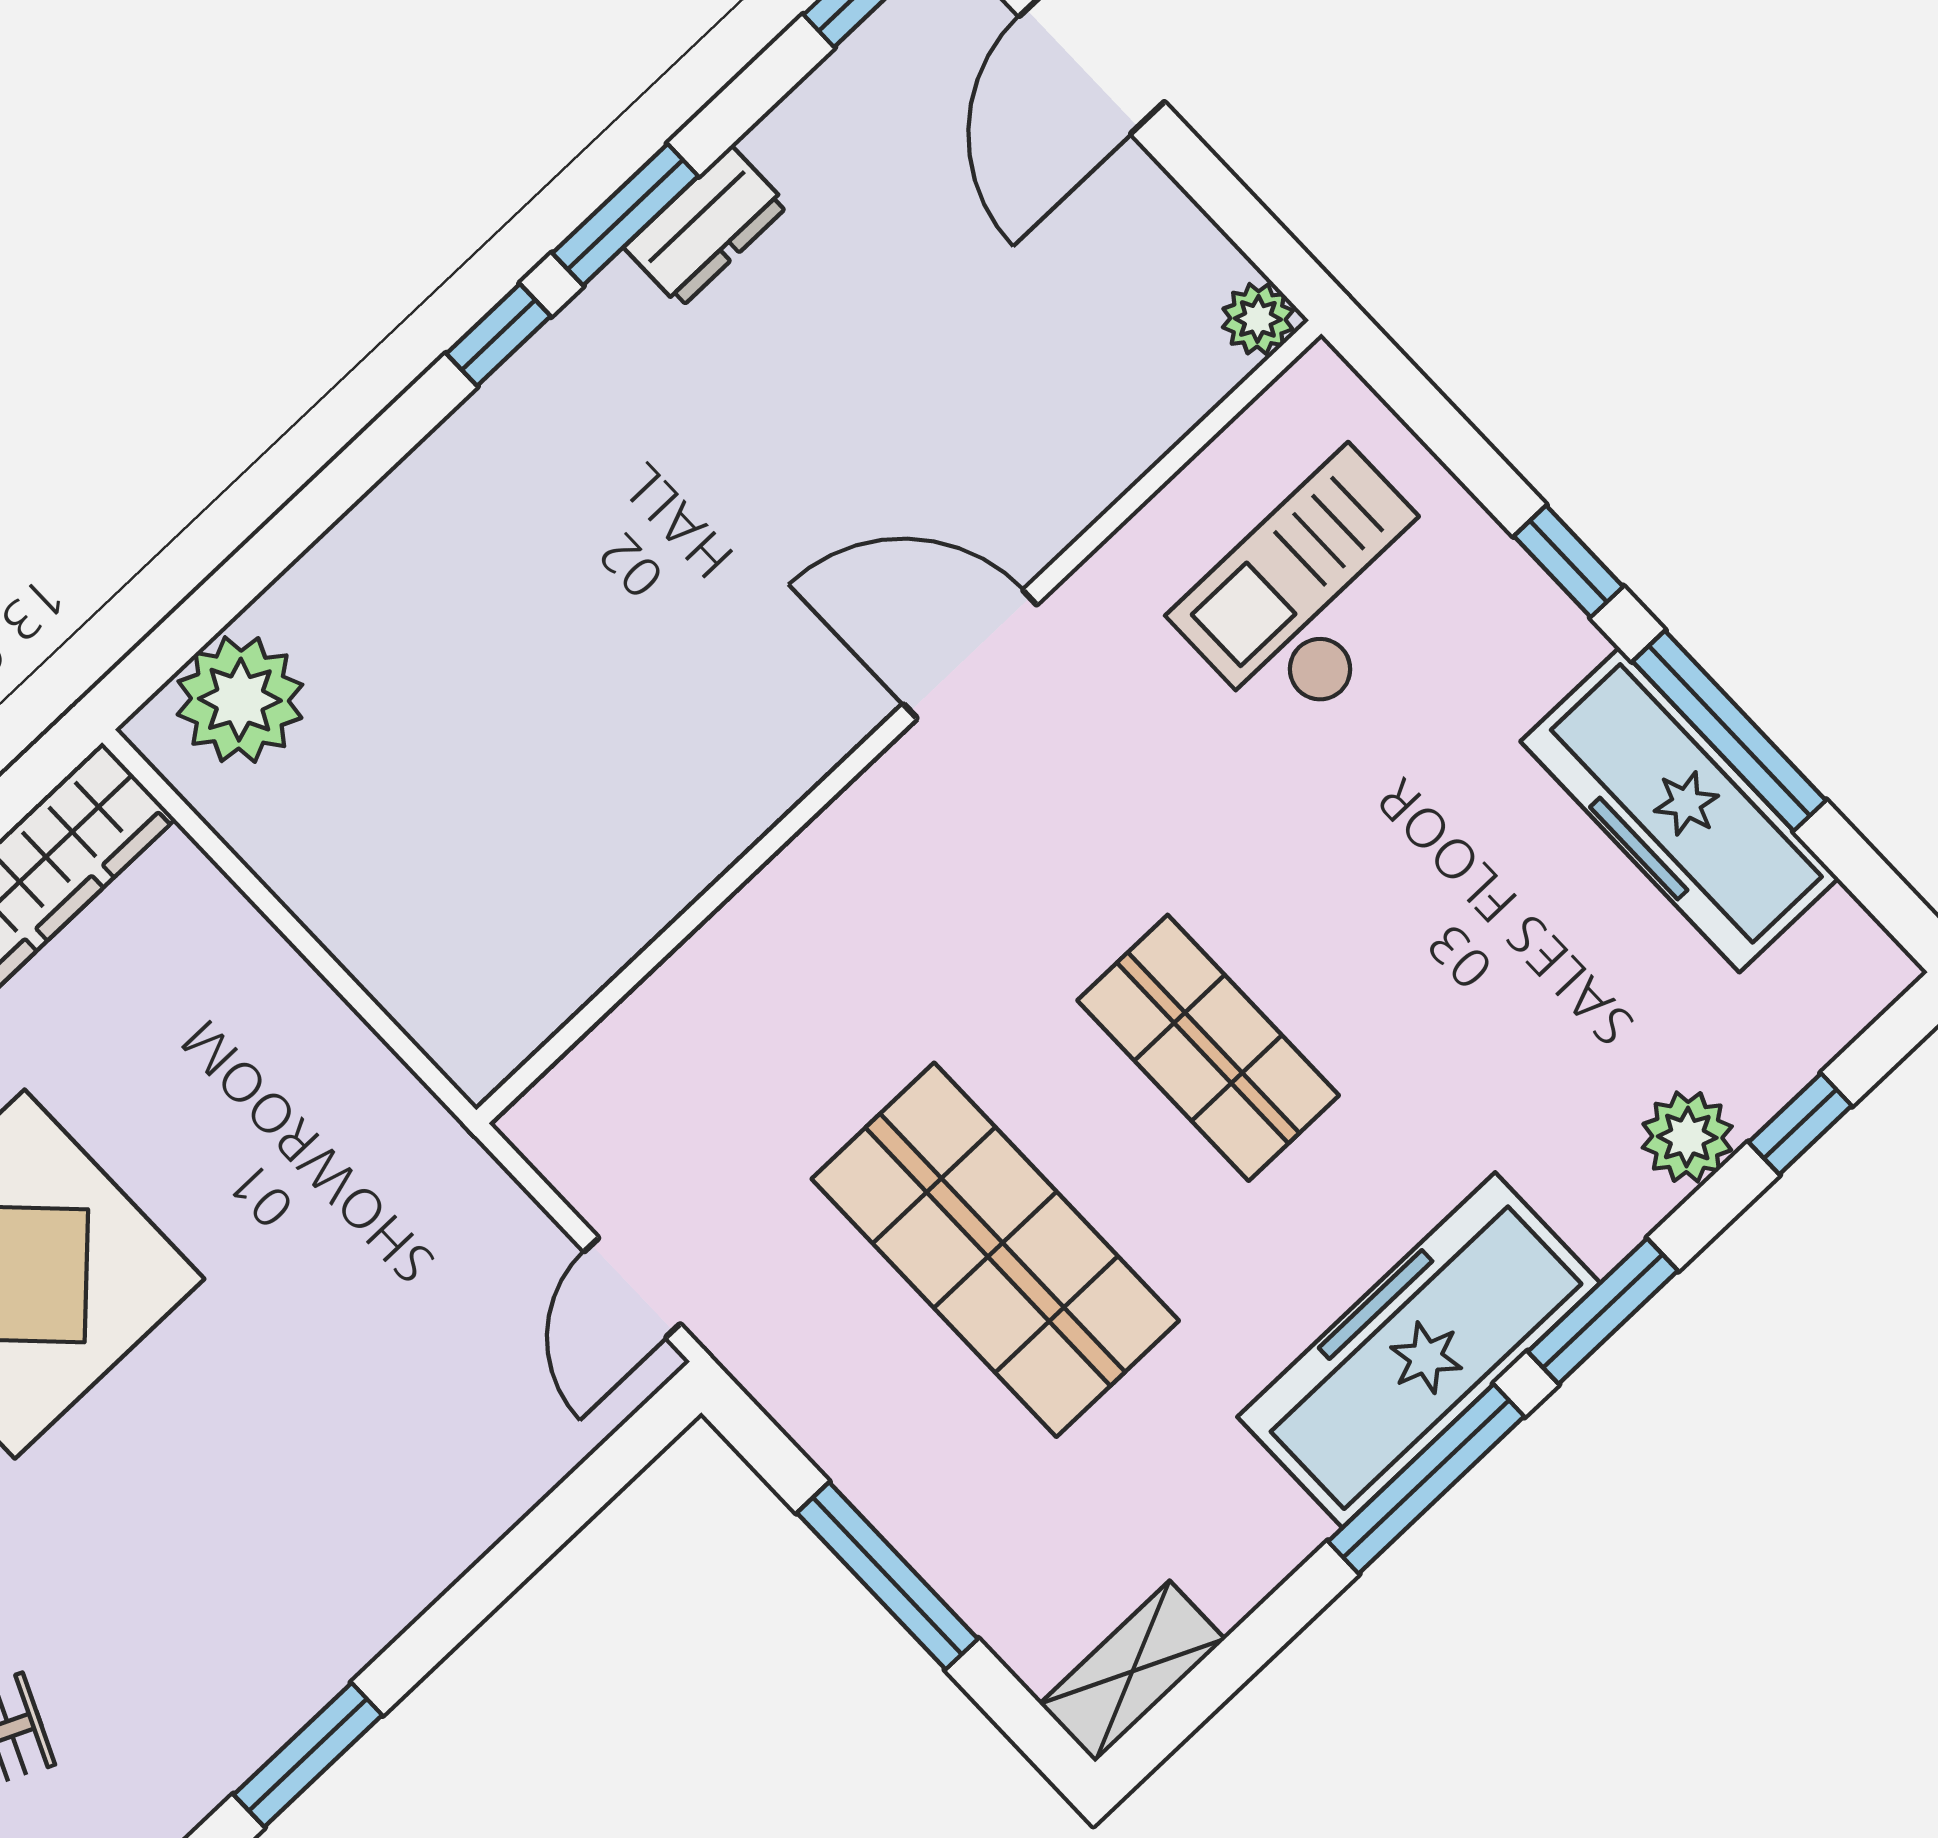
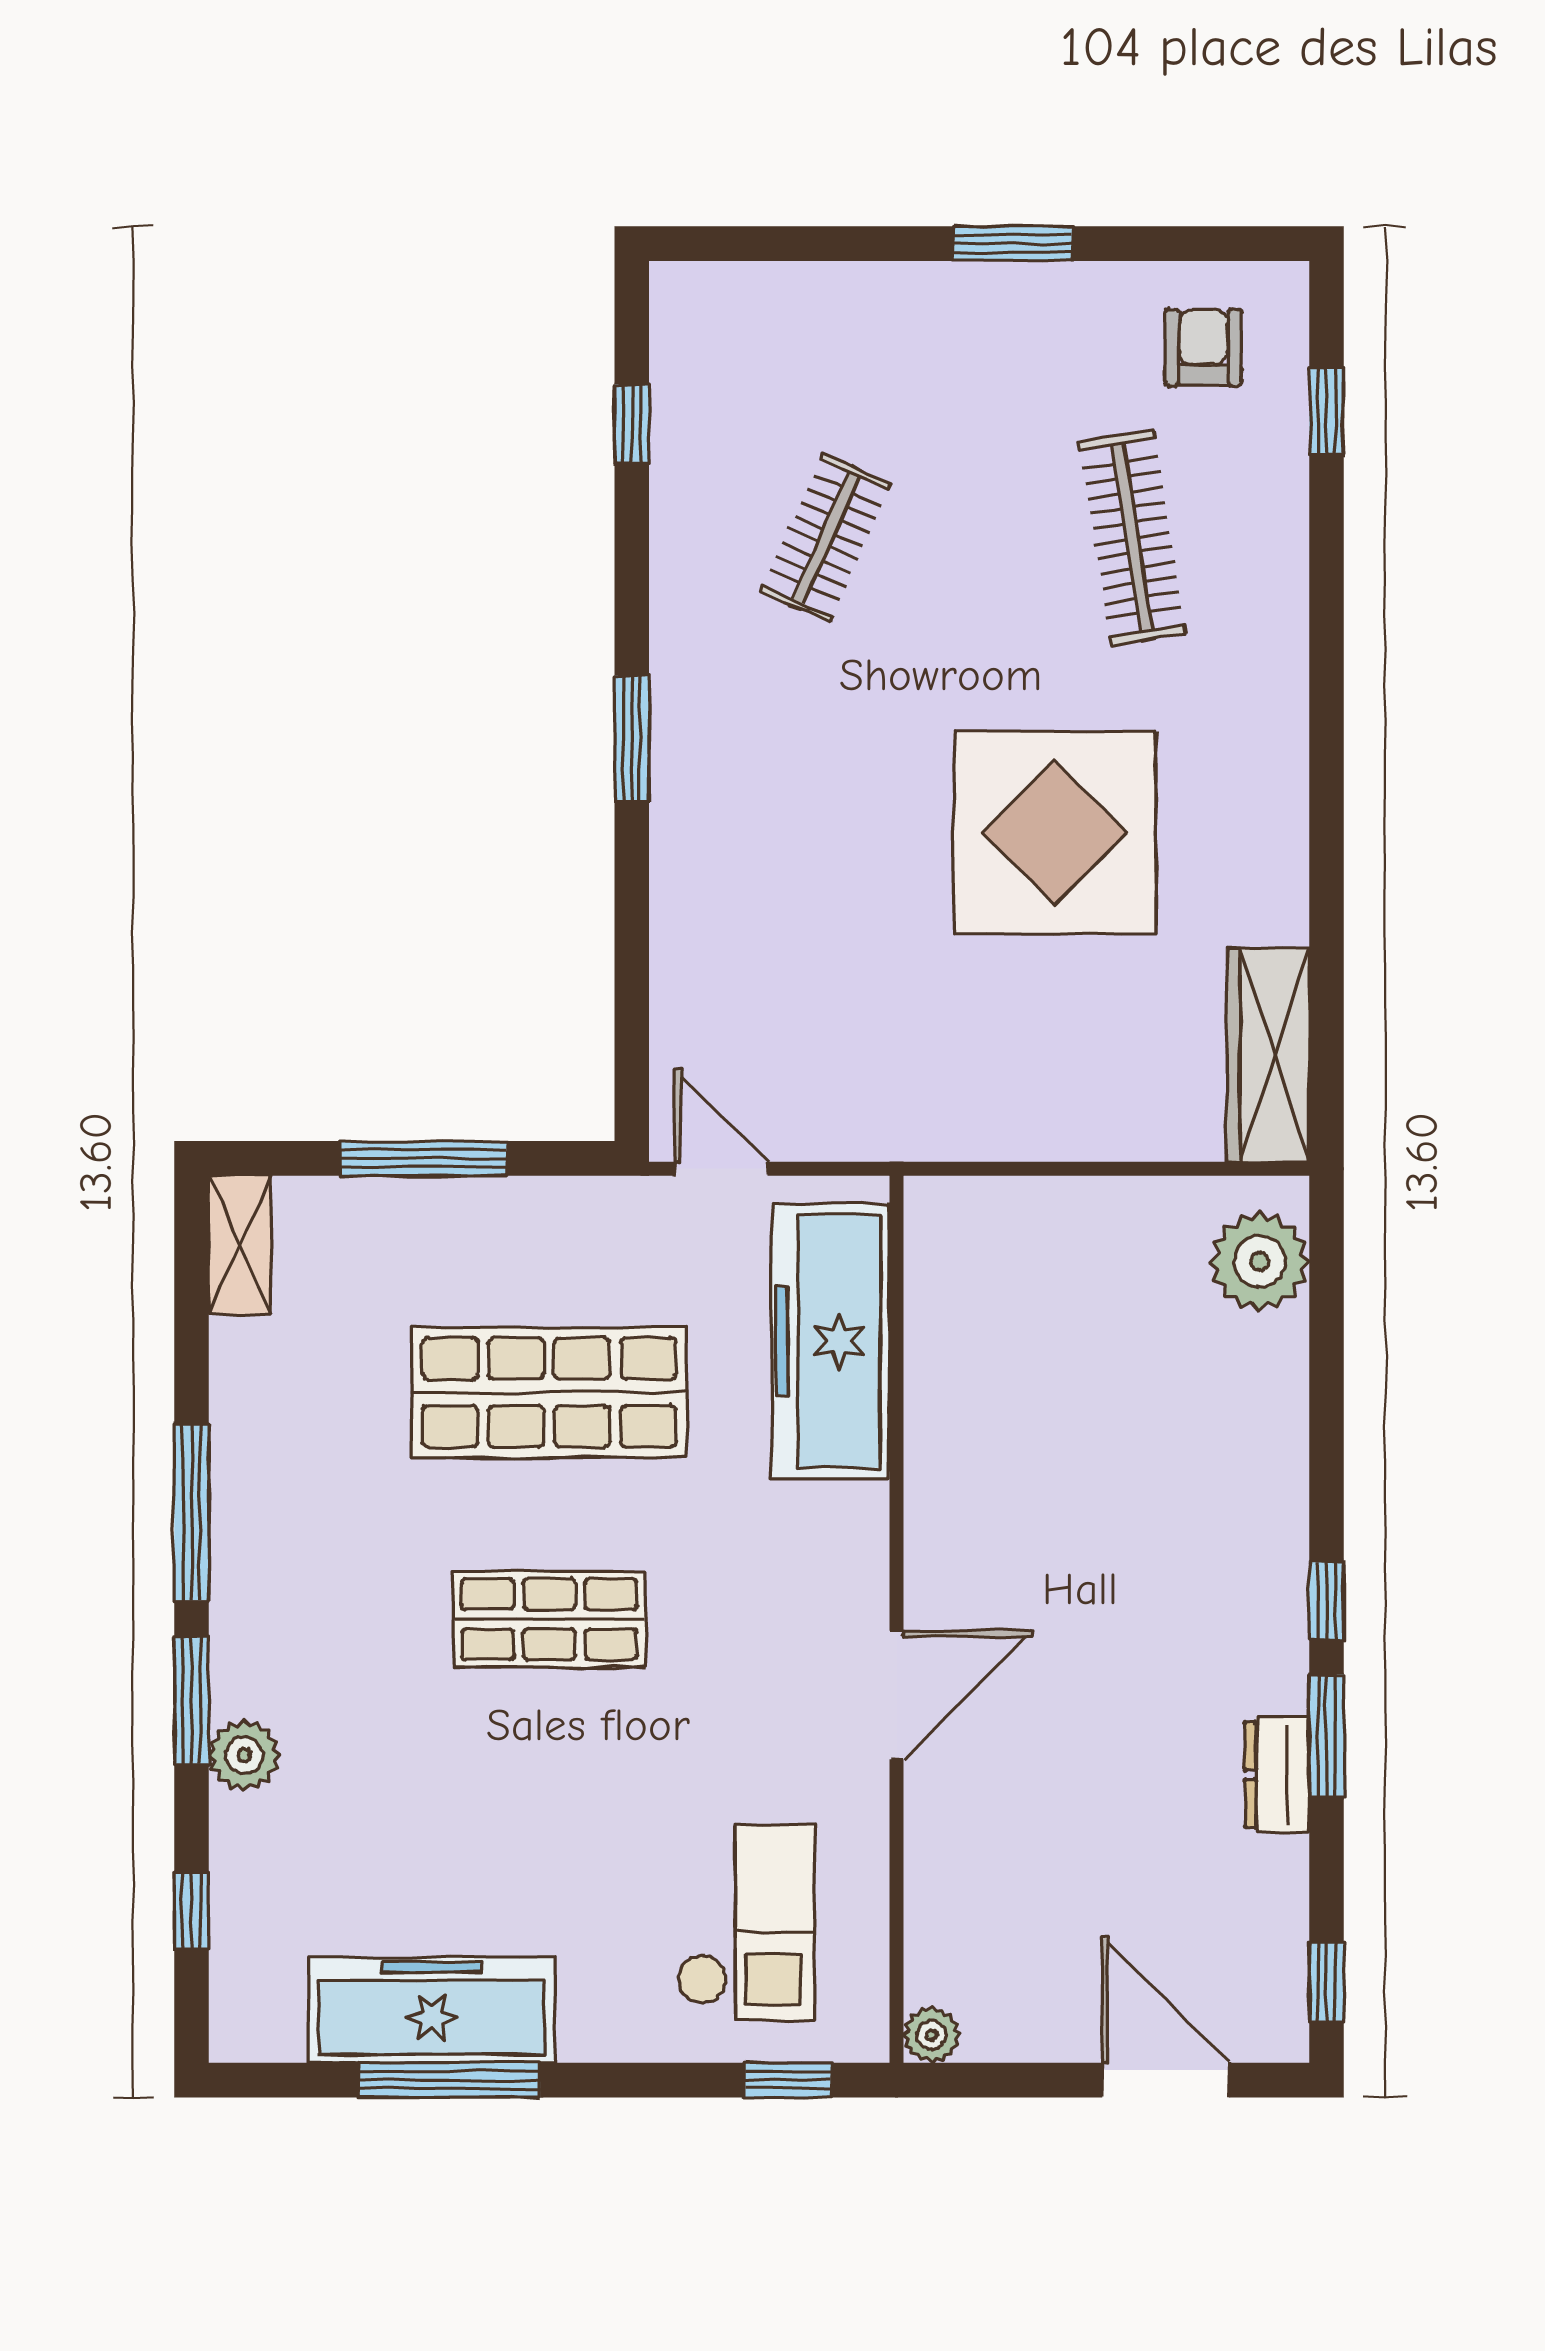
window: (1568, 561) -> (788, 2080), moved
plant: (1687, 1137) -> (244, 1755), moved
freezer: (1419, 1350) -> (831, 1341), moved, turned 180

